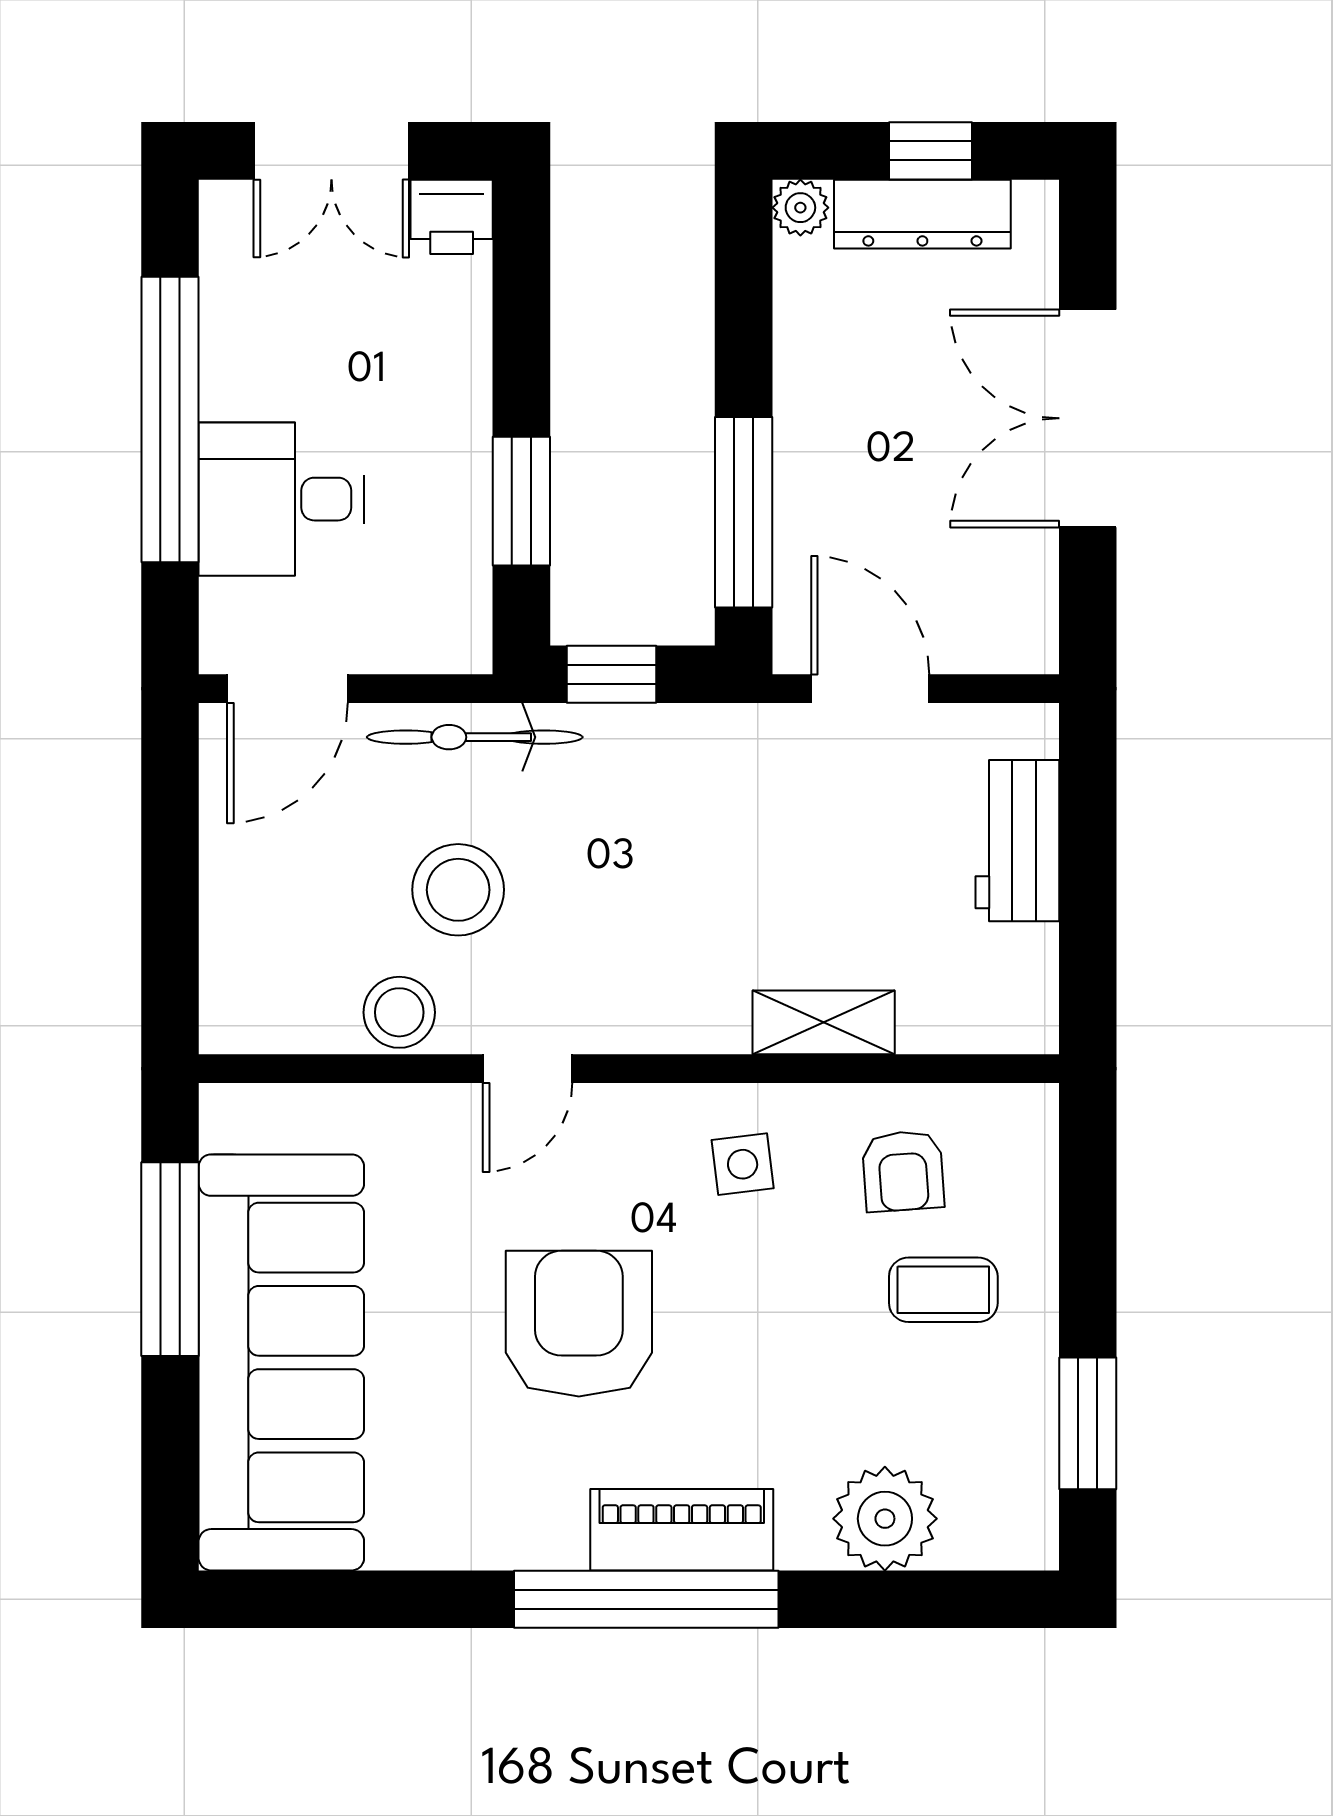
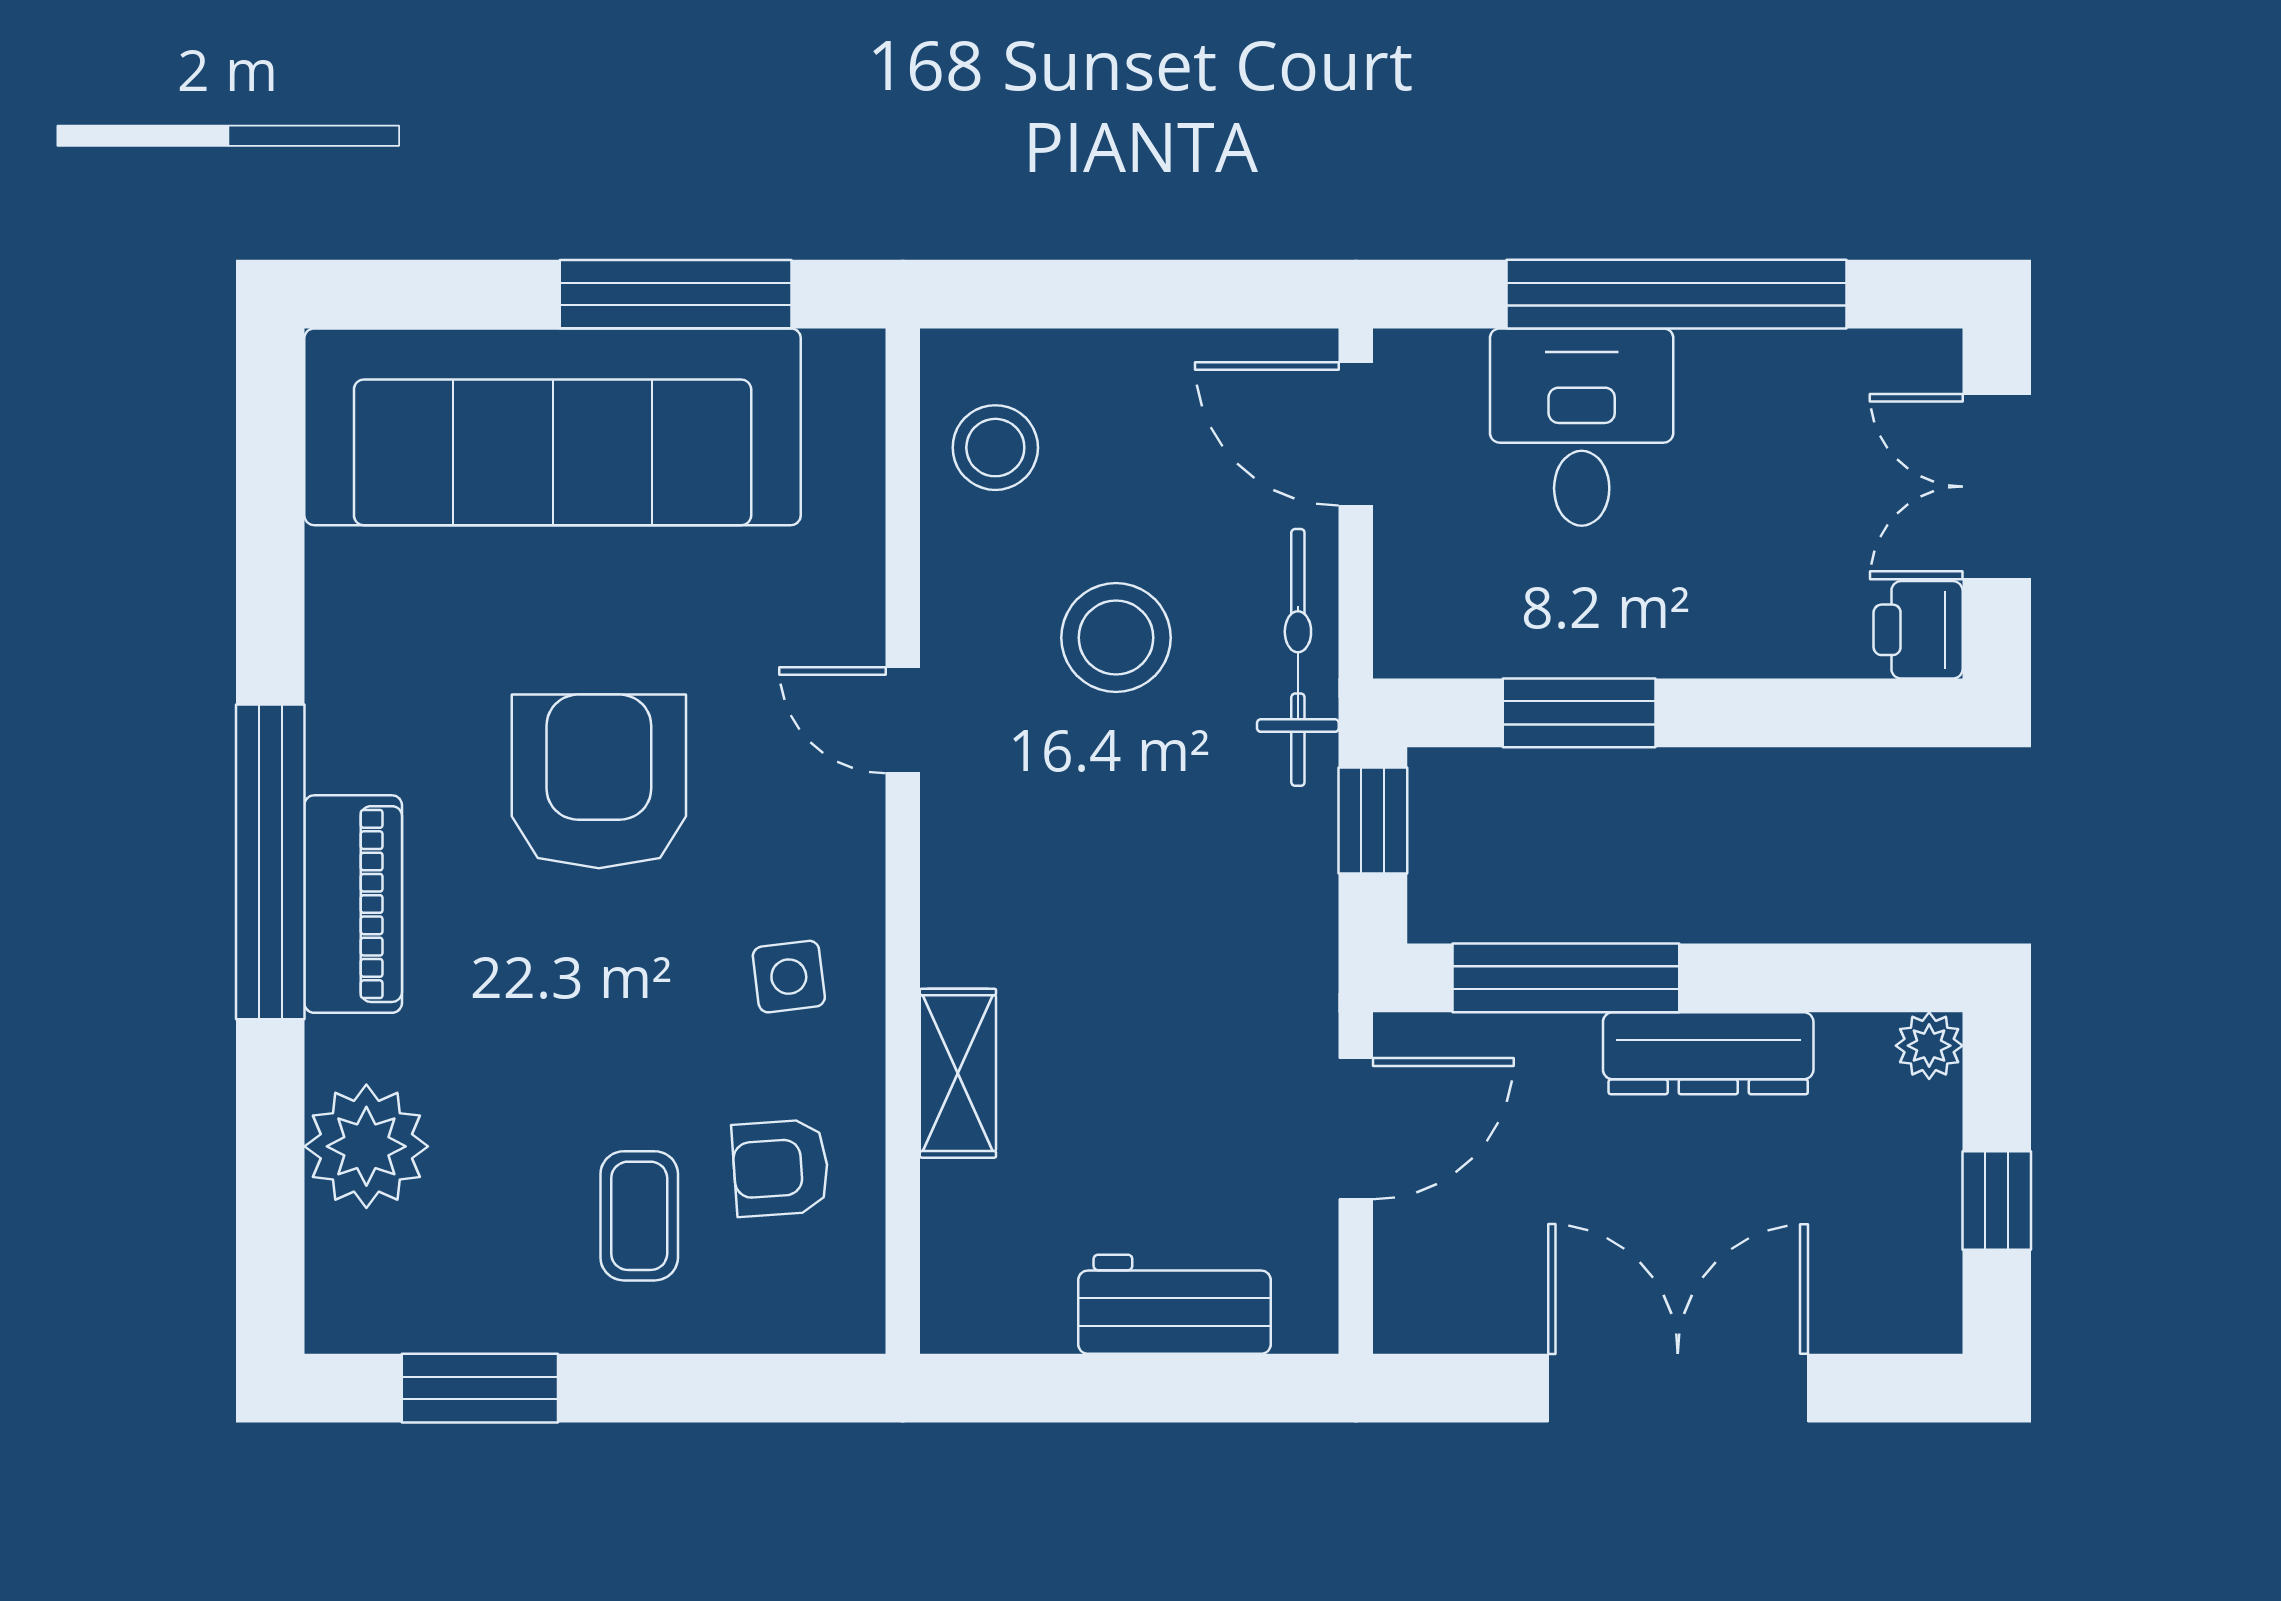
dresser: (922, 214) -> (1708, 1053), moved, turned -90
stool: (399, 1012) -> (995, 448), moved
armchair: (579, 1324) -> (599, 781), turned -90

